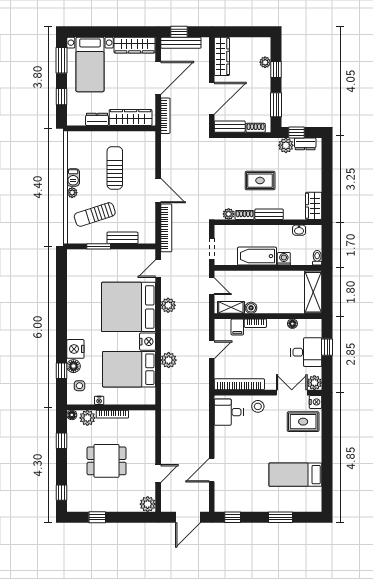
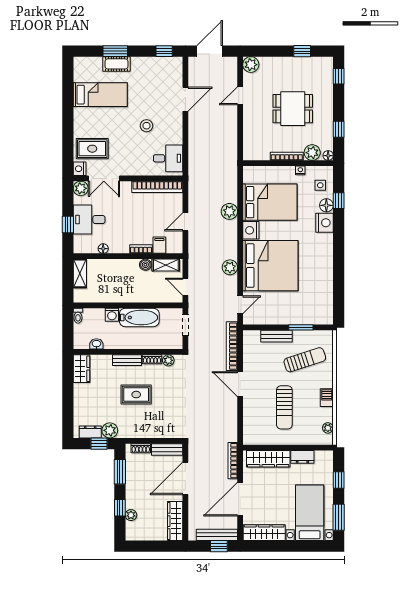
plant: (72, 193) -> (328, 428), moved
shelving: (313, 292) -> (80, 273), width x0.67, depth x0.75
stool: (258, 406) -> (146, 126), moved
cot: (279, 505) -> (117, 64), added

